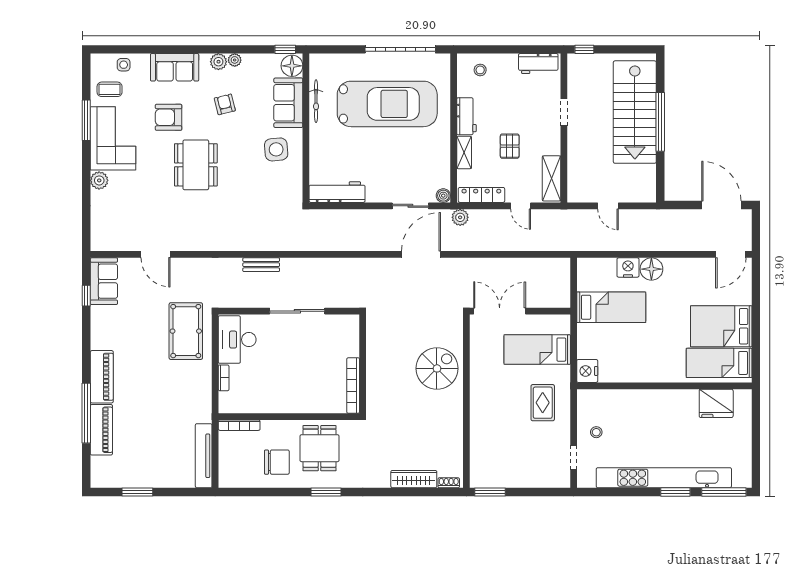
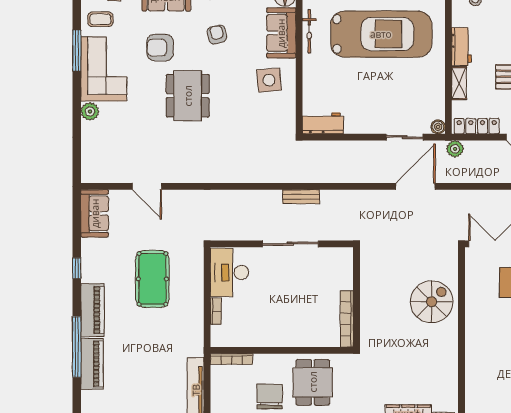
workbench: (337, 192) -> (323, 123), width x0.73
bench: (261, 265) -> (301, 197), moved
window: (86, 296) -> (77, 268), moved
pool table: (186, 331) -> (152, 279), moved
chair: (277, 462) -> (270, 396), turned -90

